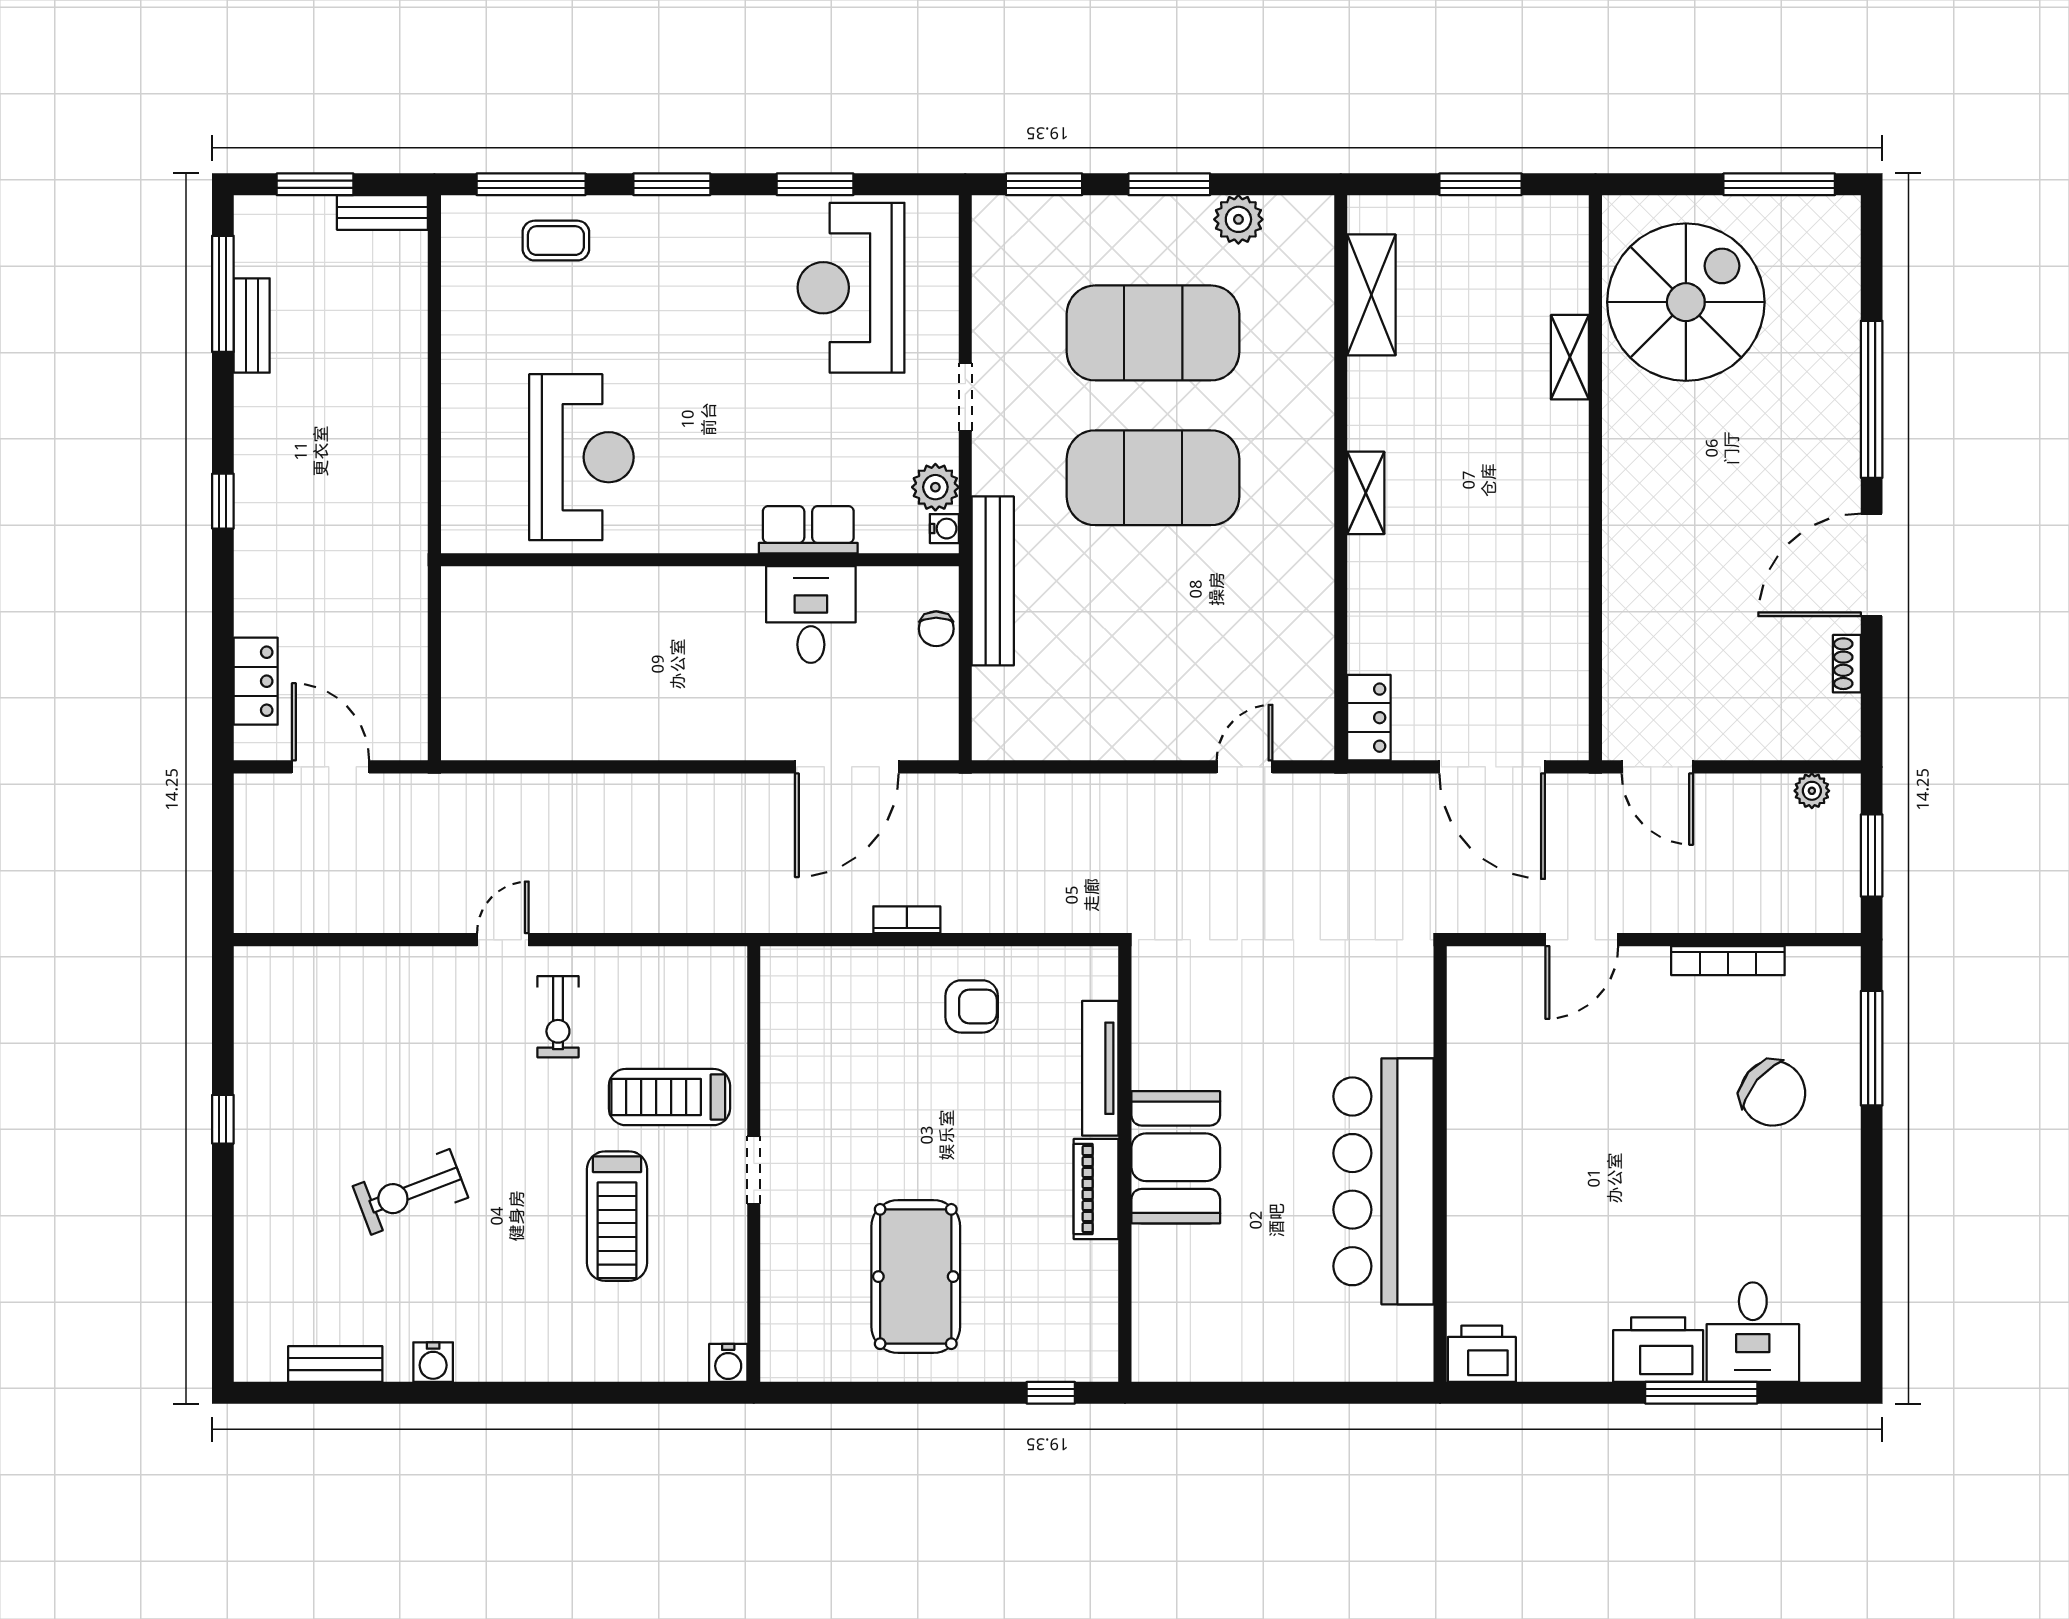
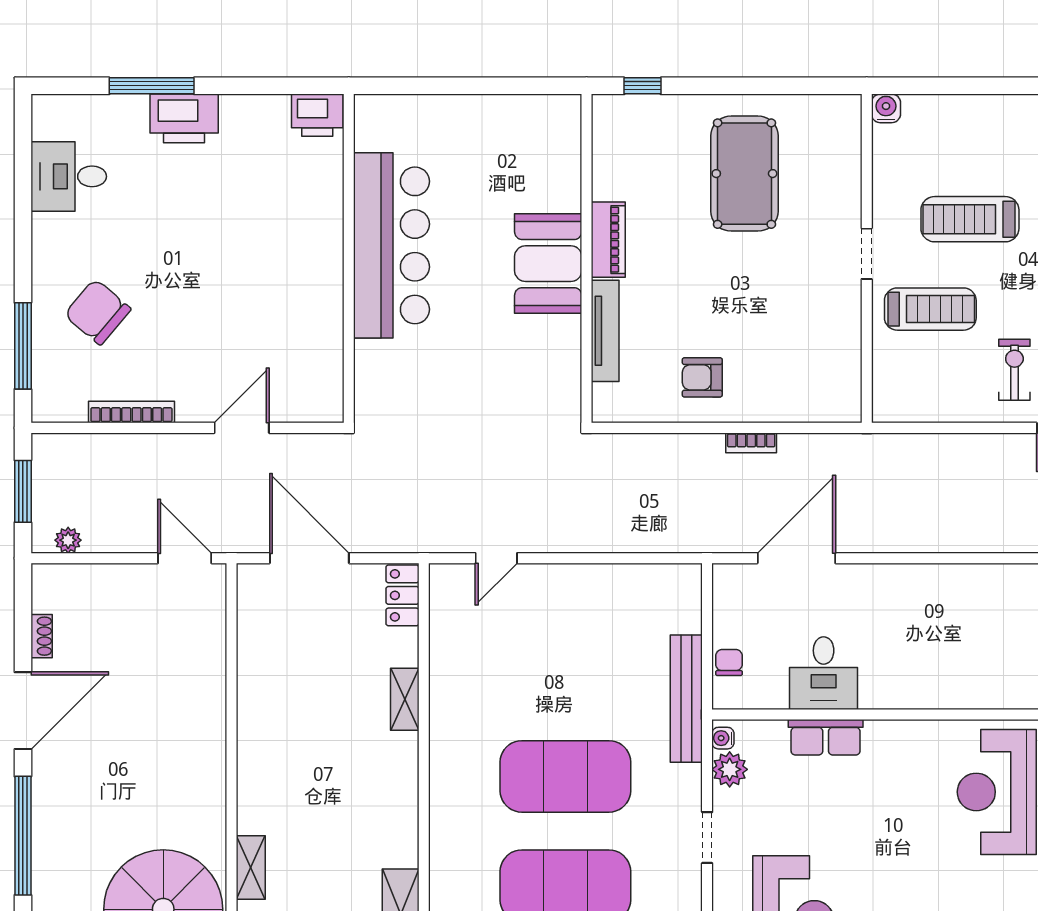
shelving: (1366, 493) -> (405, 699), moved
treadmill: (617, 1216) -> (970, 219), turned -90
desk: (1753, 1332) -> (69, 176), moved, turned -90

